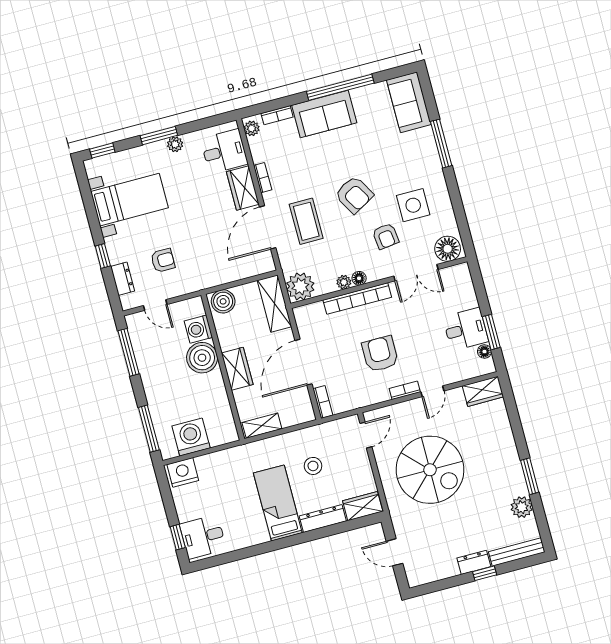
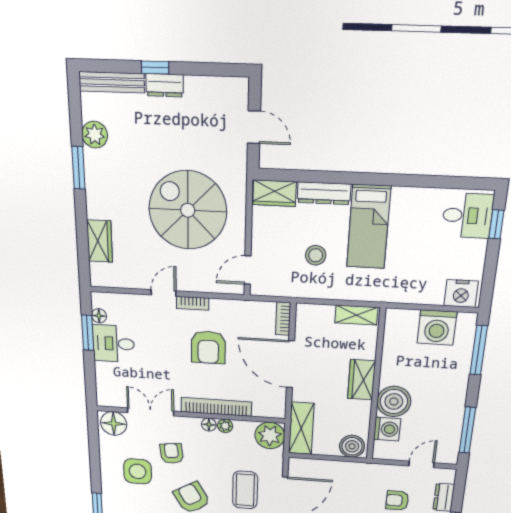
door: (155, 305) -> (421, 464), hinge flipped
door: (303, 362) -> (290, 364), swing flipped
wardrobe: (483, 391) -> (100, 241), moved, turned 90

